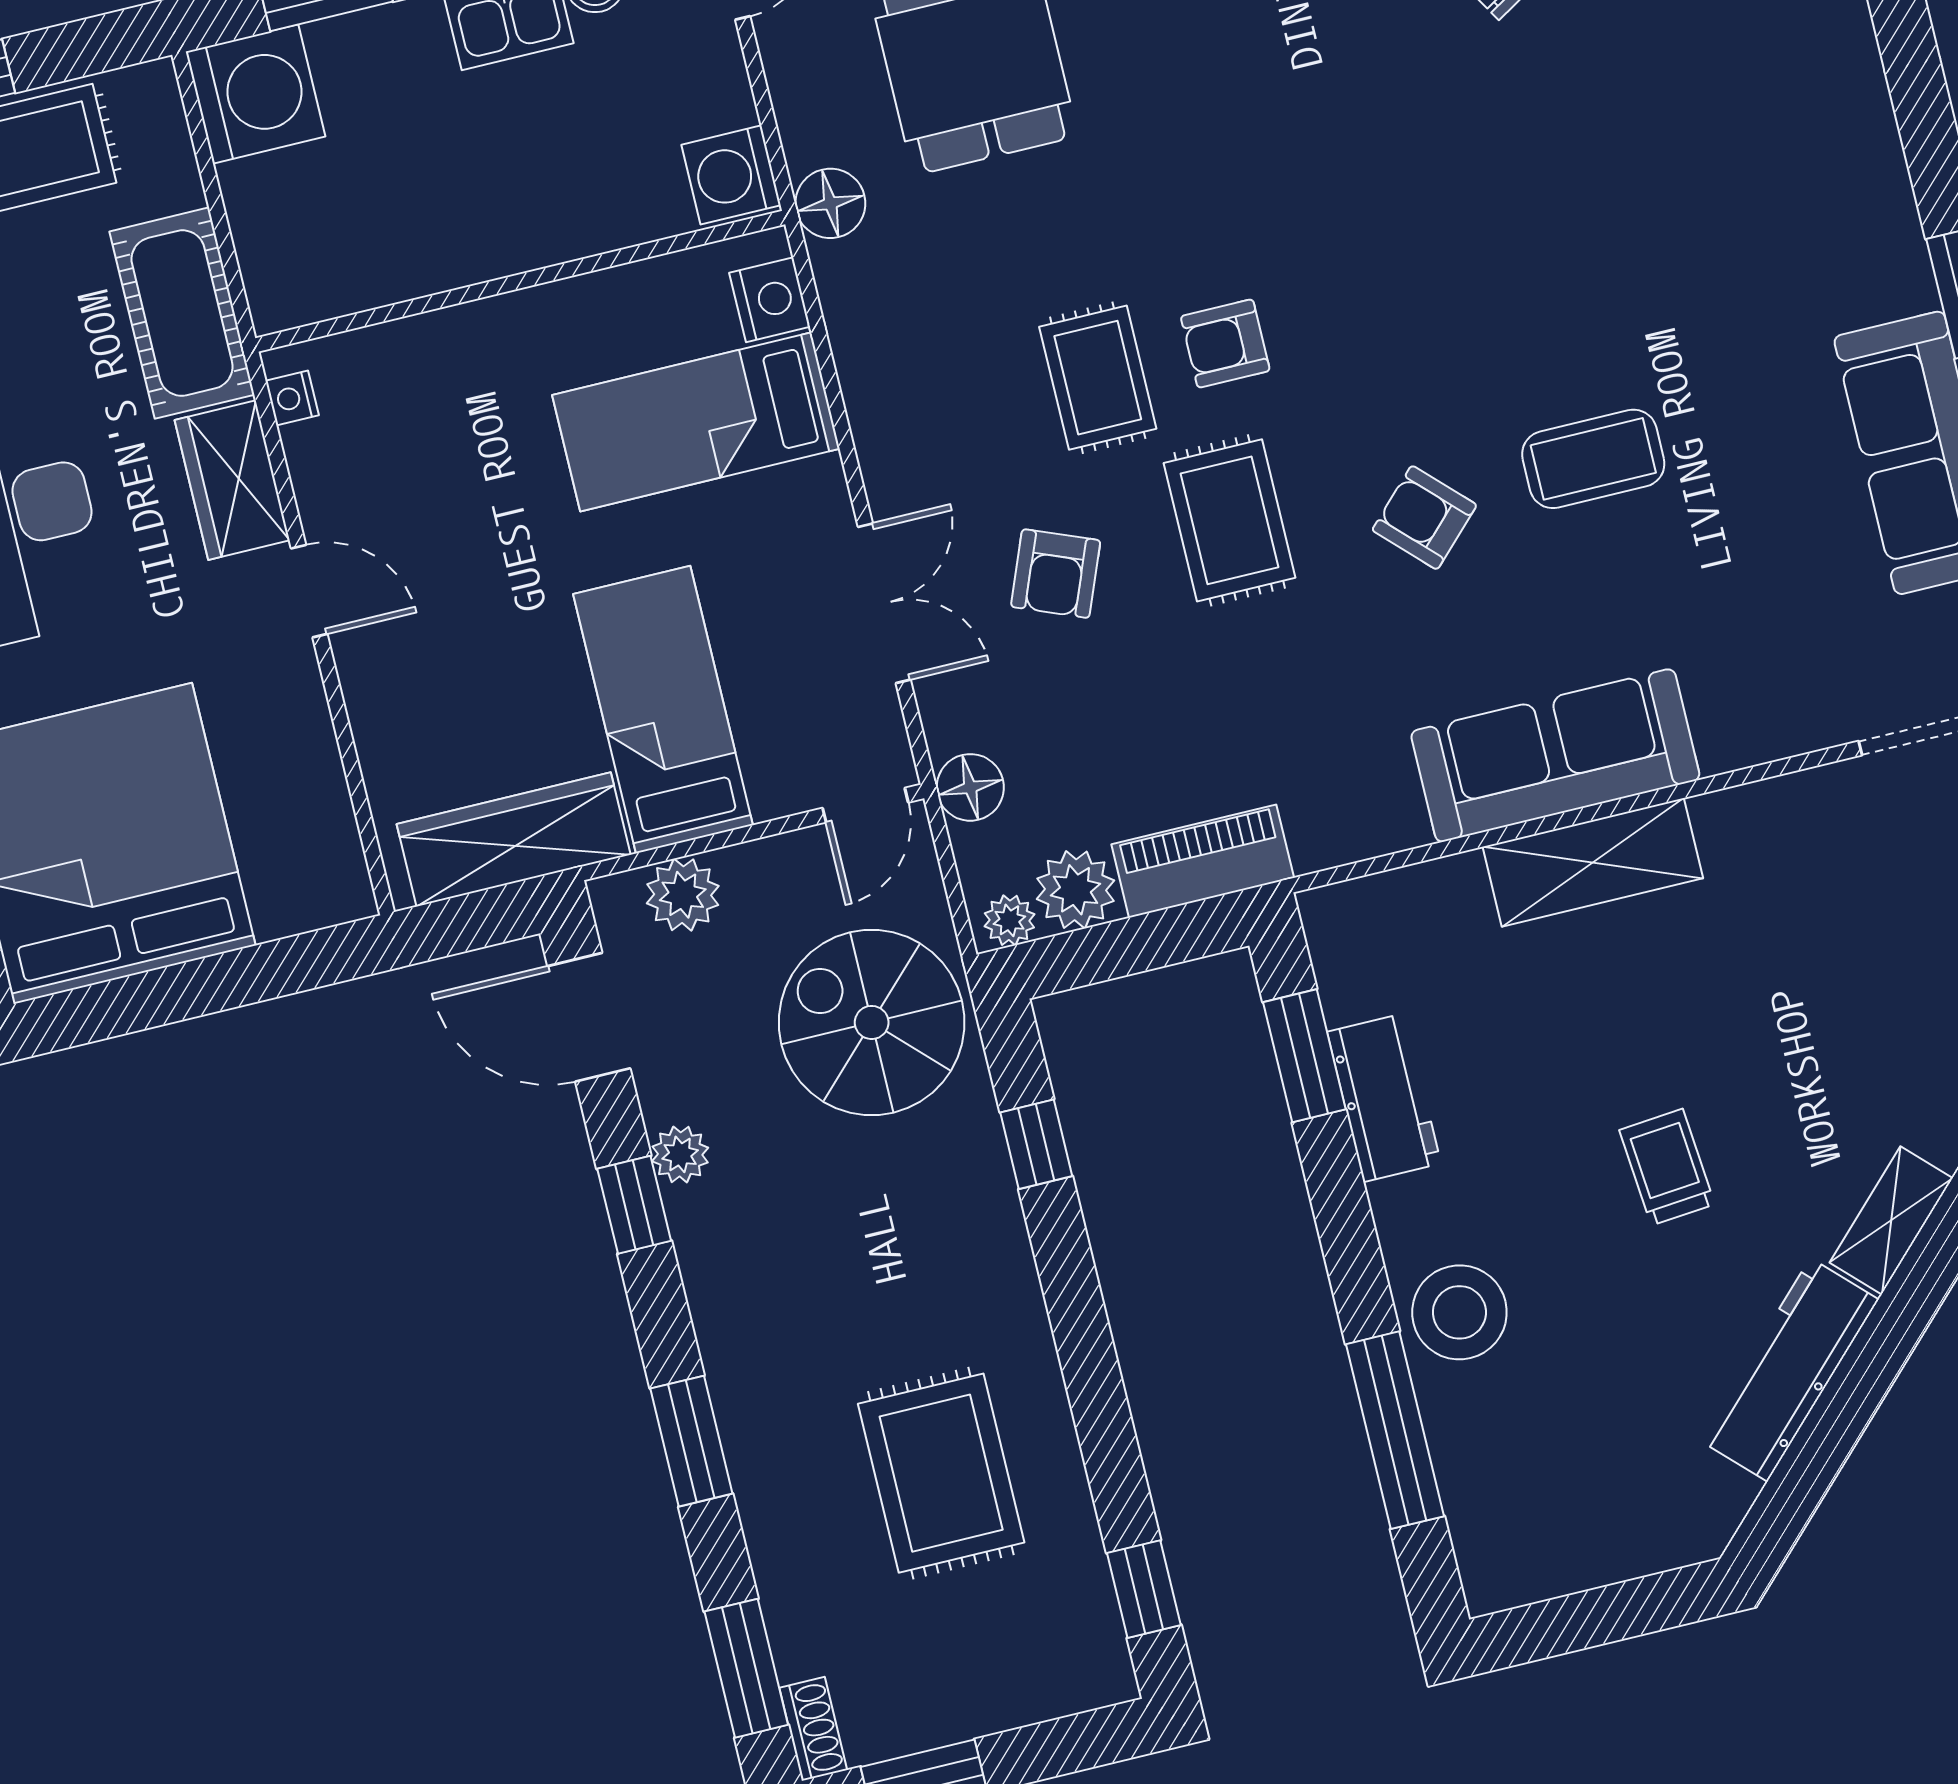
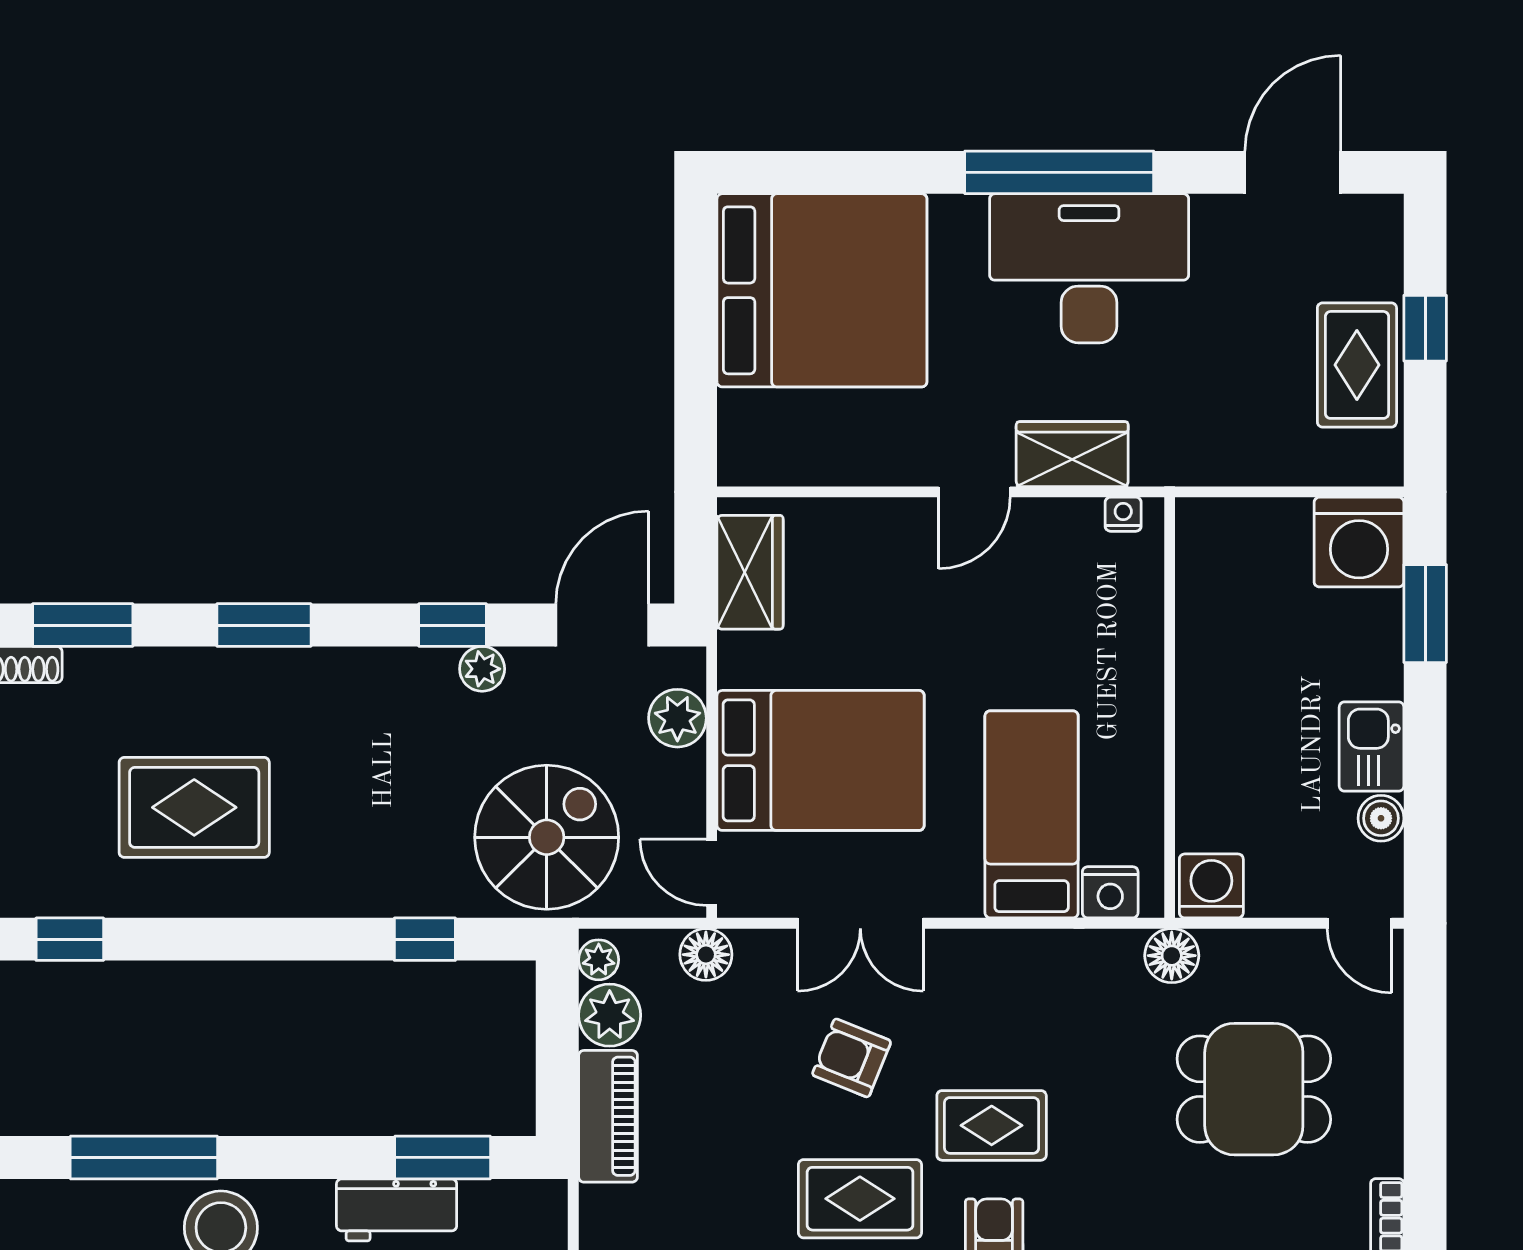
cot: (182, 313) -> (1207, 447), removed
bed: (663, 710) -> (821, 760), width x1.50
wardrobe: (514, 839) -> (750, 572), width x0.67

